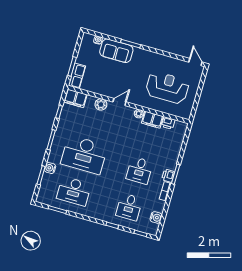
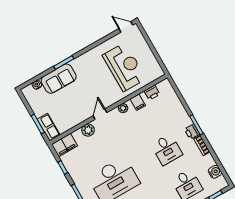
reception desk: (167, 87) -> (124, 67), turned 90
filing cabinet: (152, 120) -> (138, 102), width x0.50

